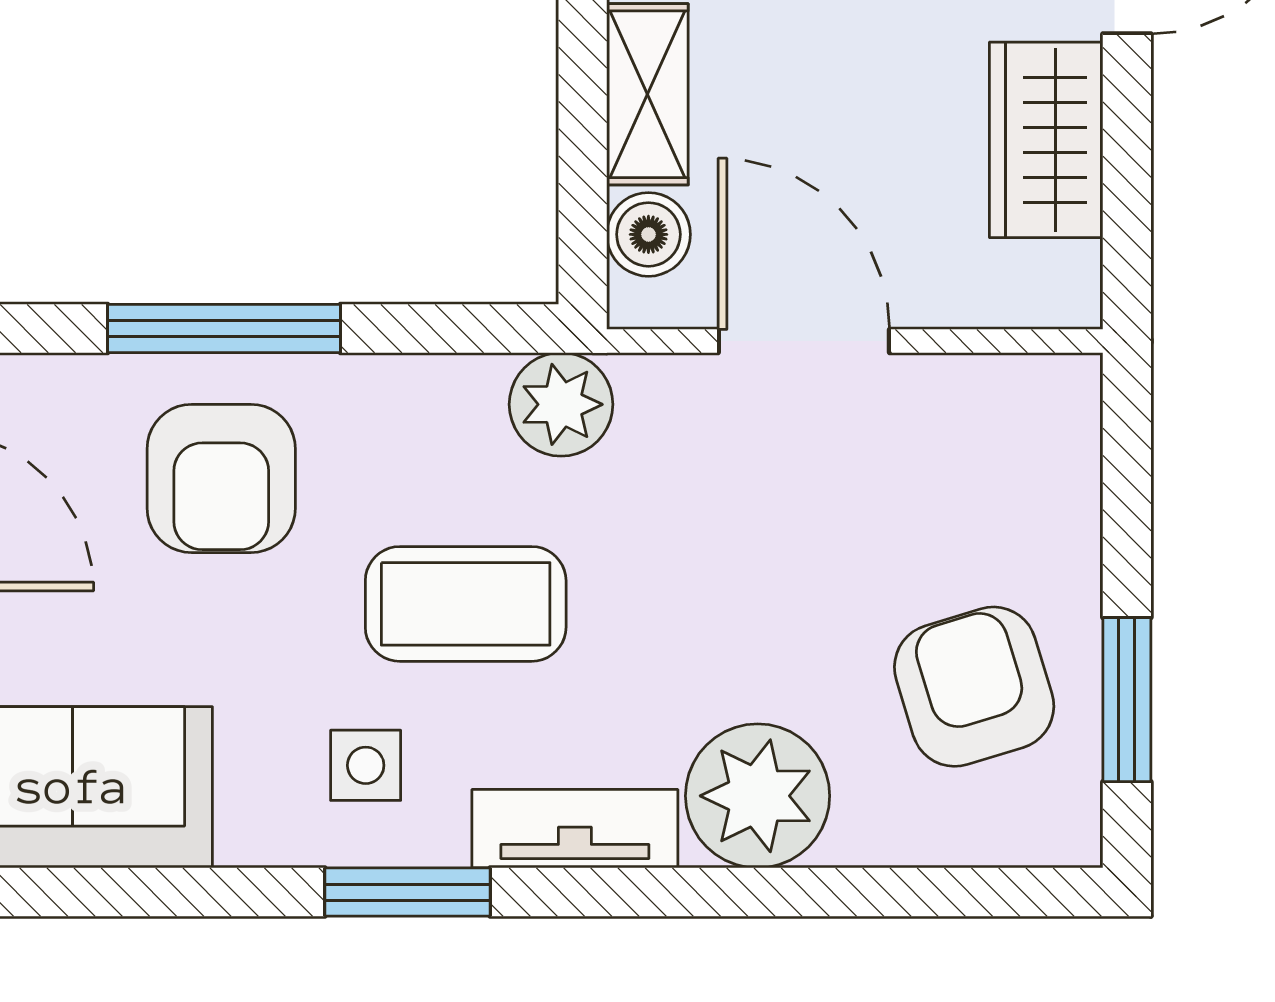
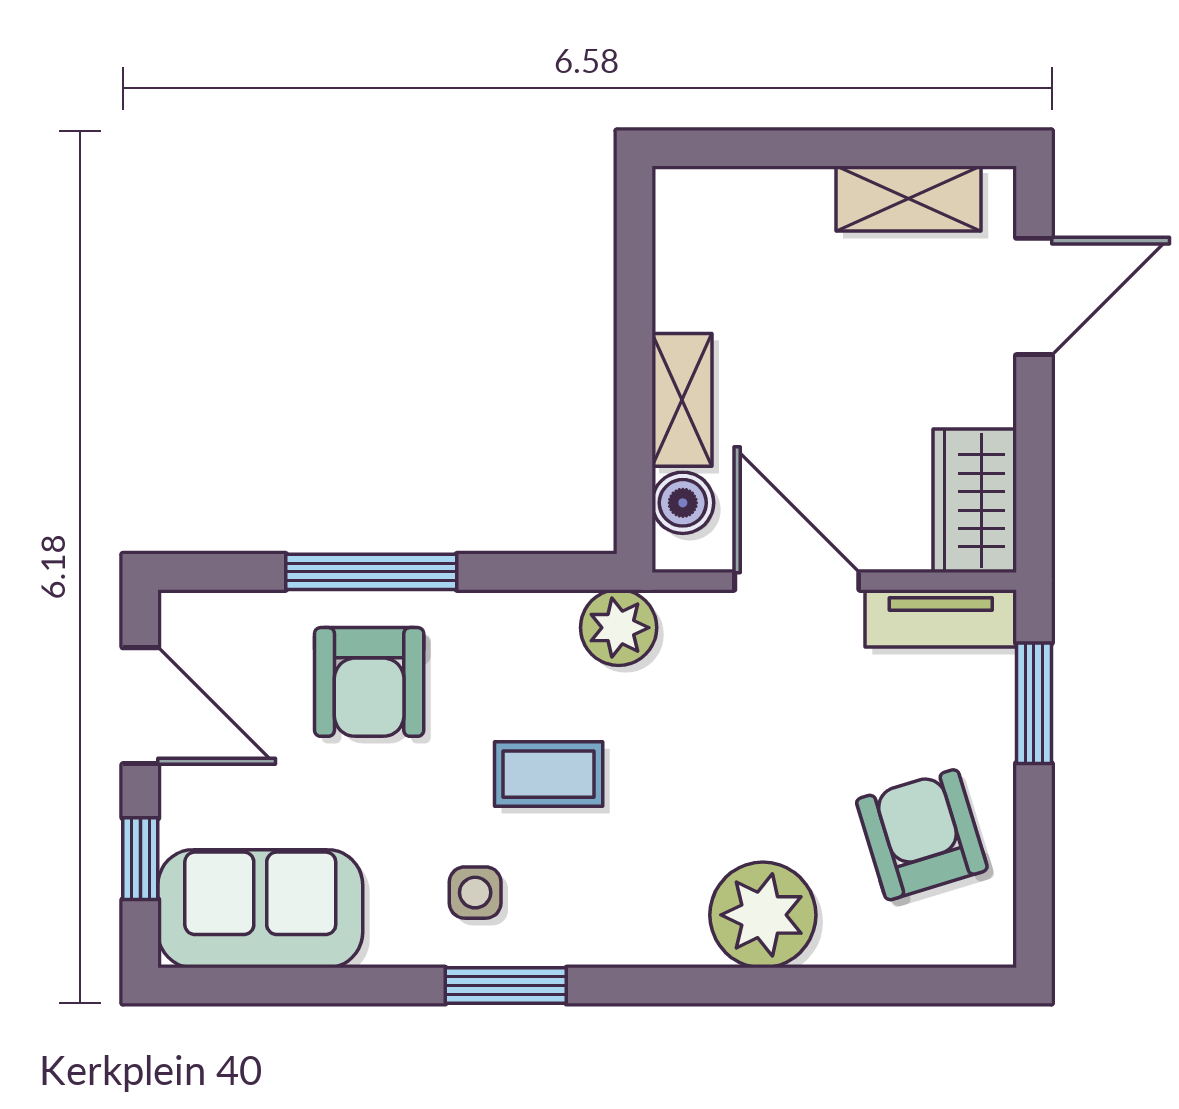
wardrobe: (1046, 140) -> (975, 501), moved
coffee table: (466, 604) -> (549, 774), width x0.73, depth x0.77
window: (1127, 700) -> (1034, 703), moved
tv unit: (575, 829) -> (941, 618), moved, turned 180

